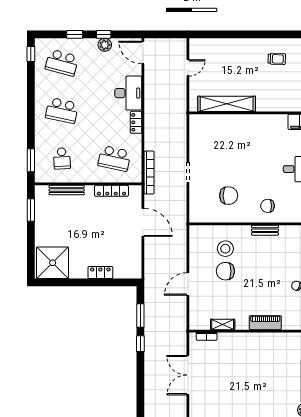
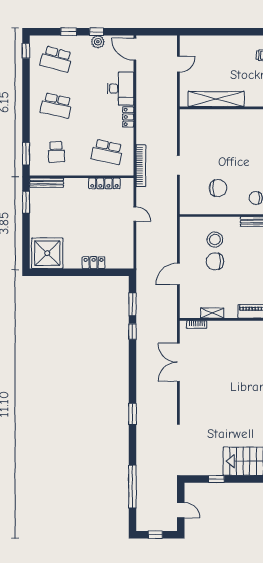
bench: (67, 190) -> (47, 183), moved
door: (143, 222) -> (135, 214), width x0.53

